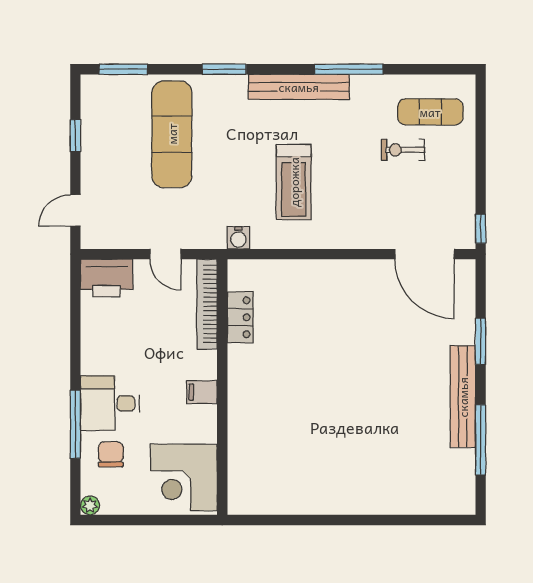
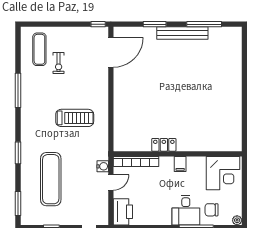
bench: (299, 87) -> (27, 115), removed
exercise mat: (172, 134) -> (51, 179), turned 90
water cooler: (238, 238) -> (103, 166), moved
locker: (240, 317) -> (164, 145), moved

